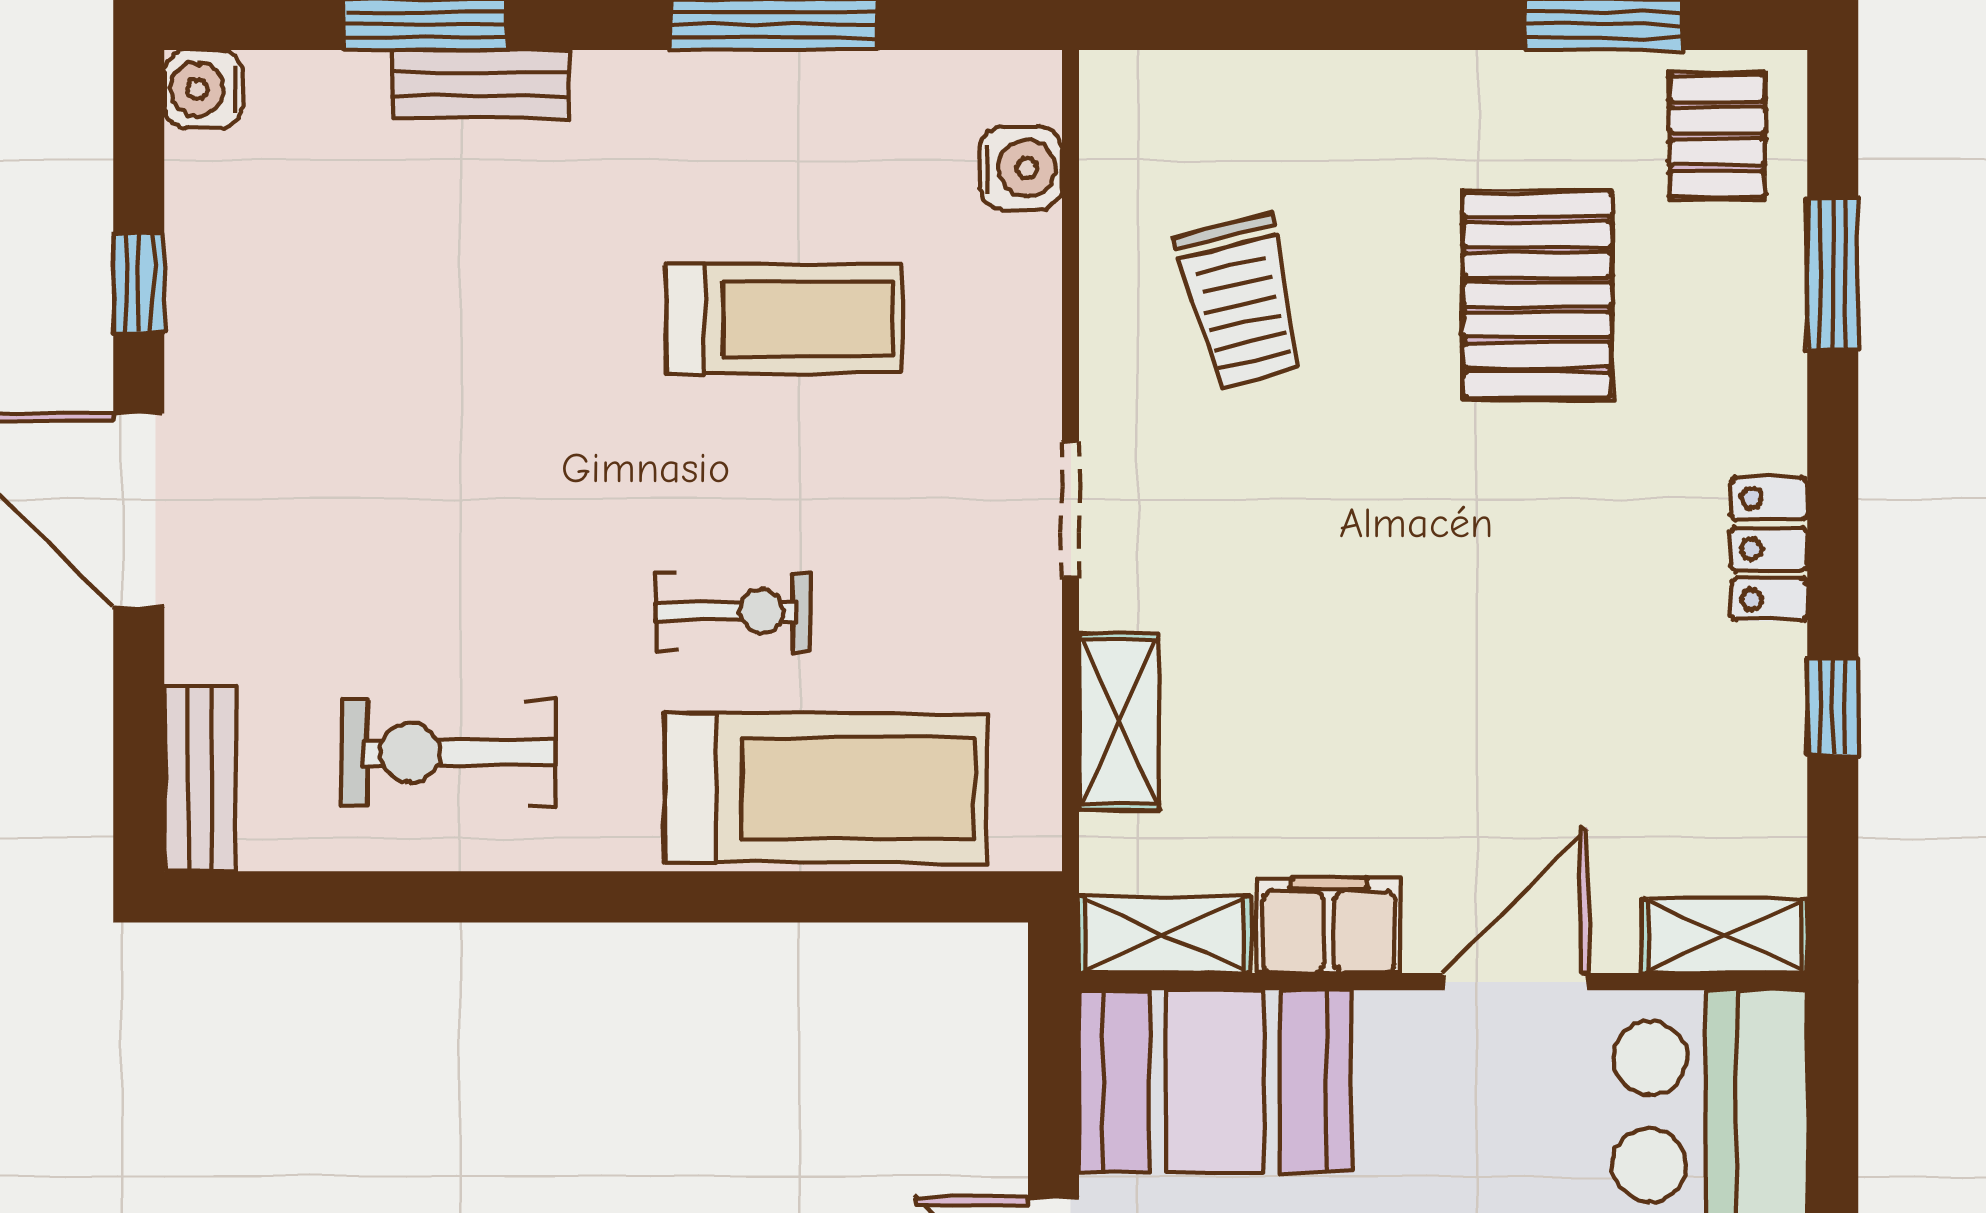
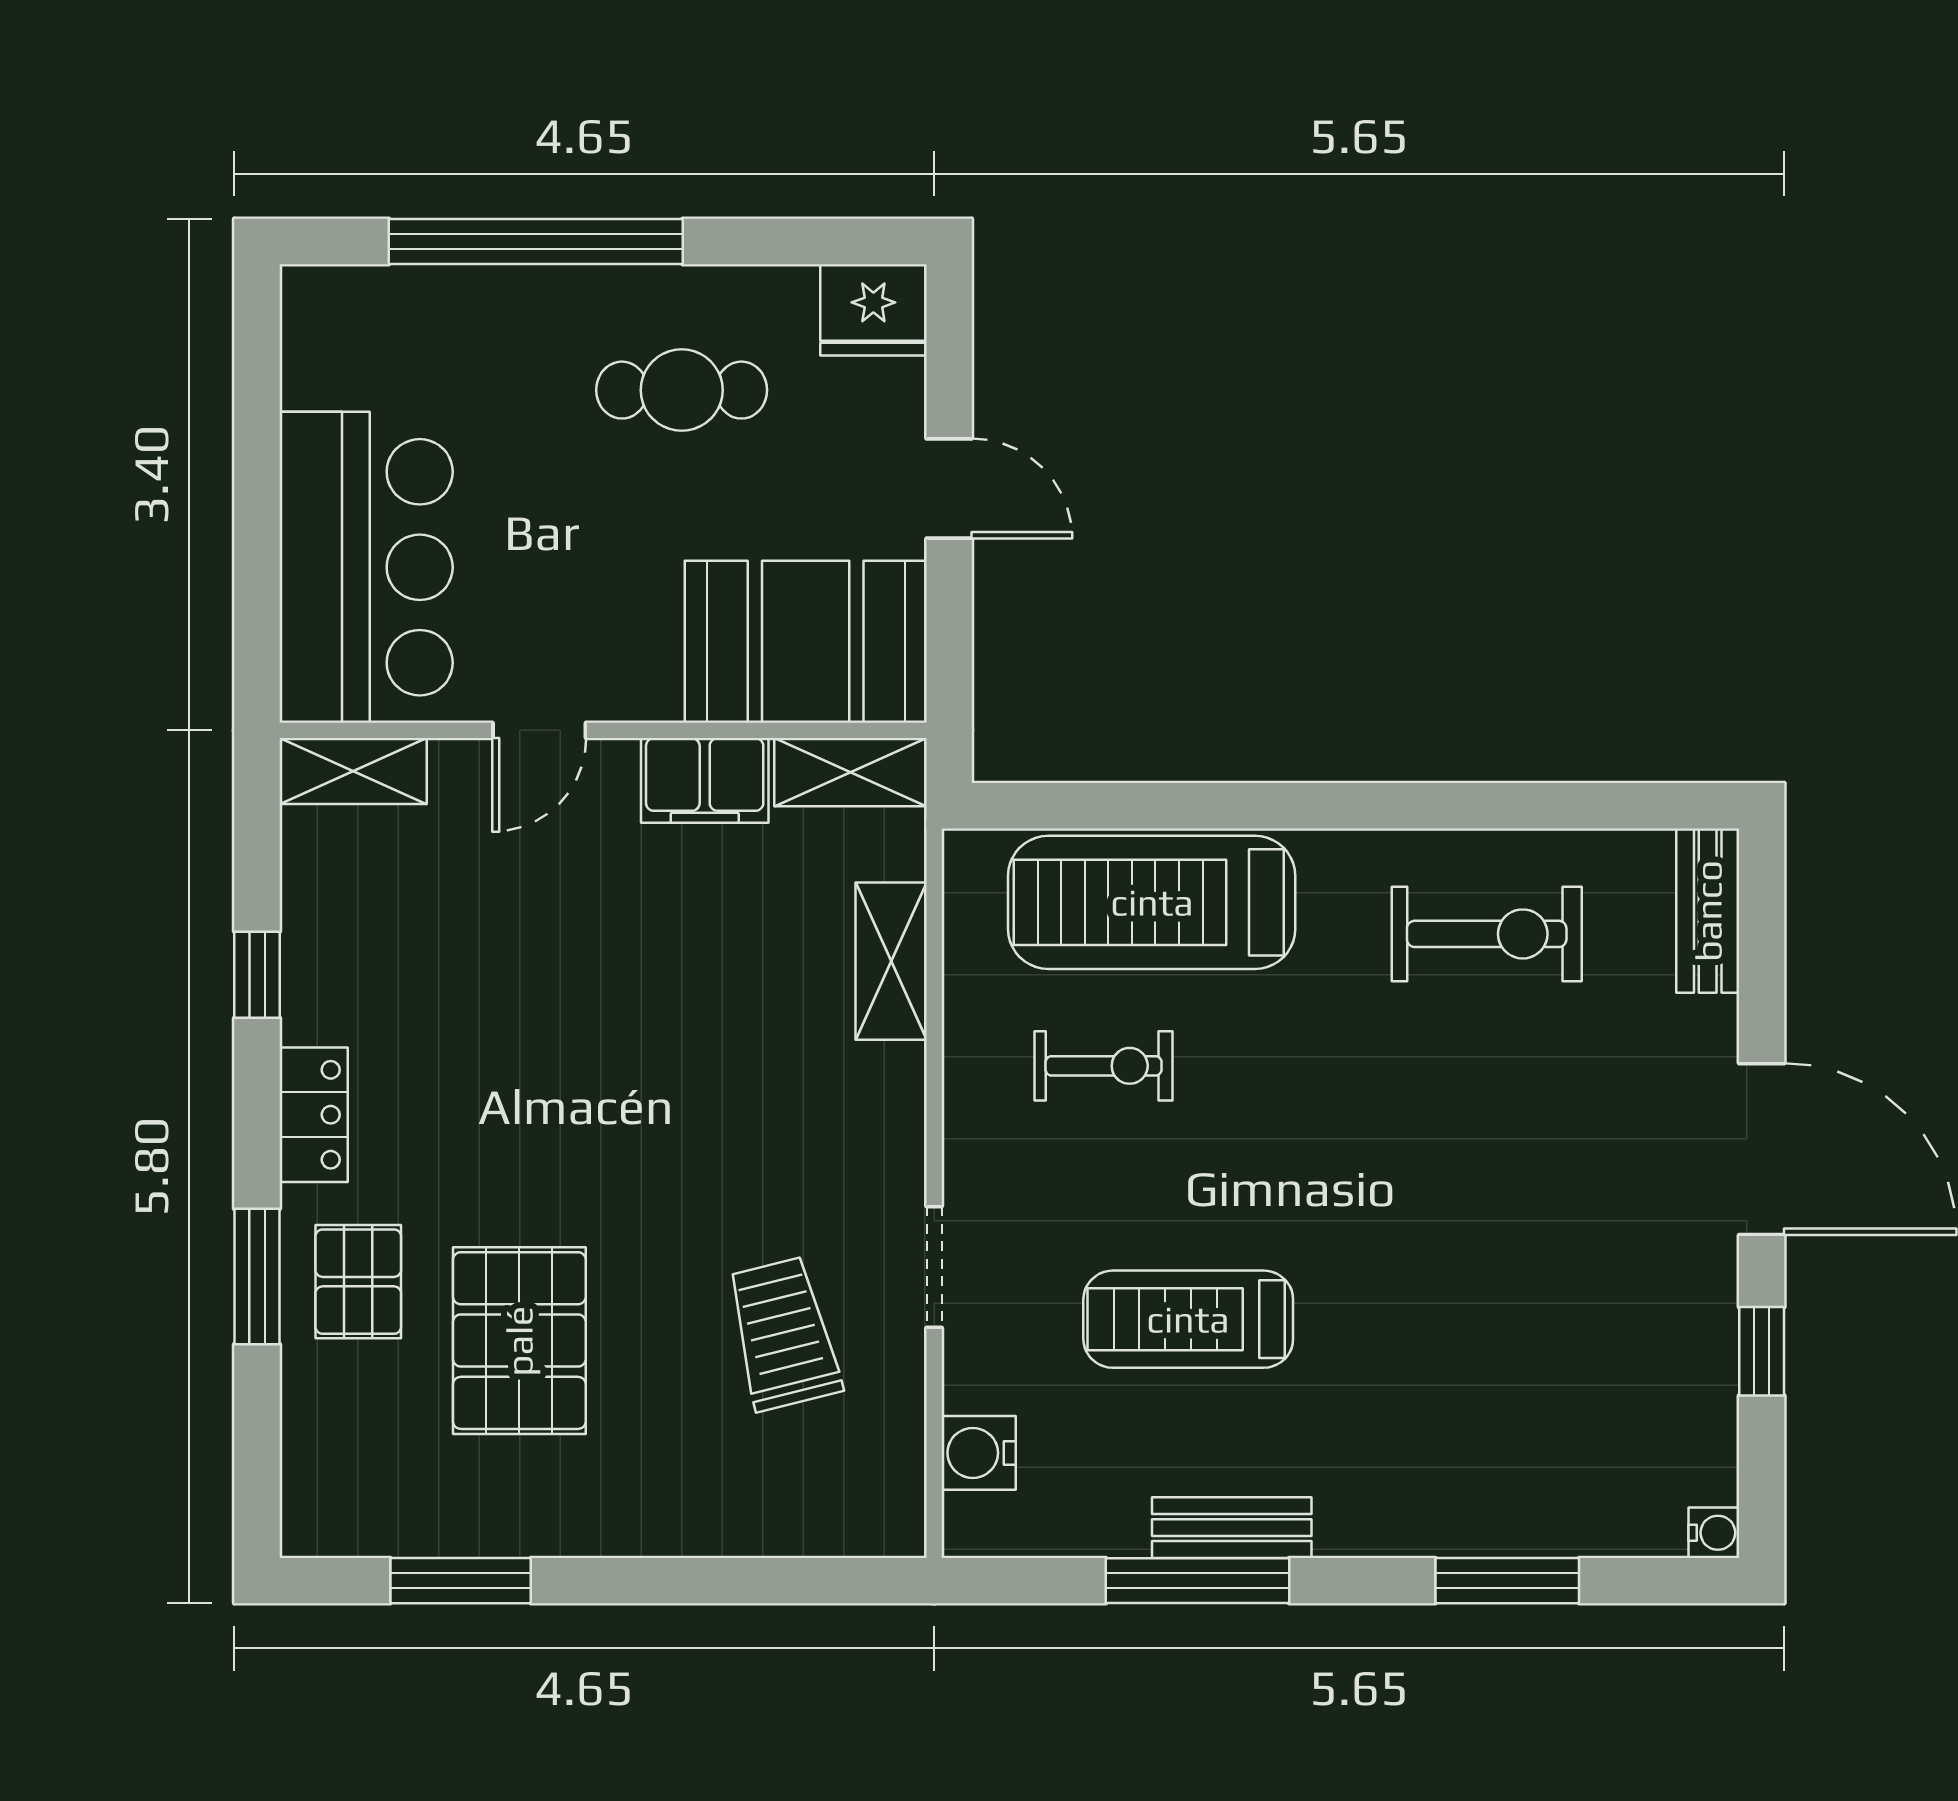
bench: (480, 84) -> (1232, 1528), moved
water cooler: (204, 89) -> (1714, 1533), width x0.72, depth x0.72
pallet: (1717, 136) -> (358, 1282), moved
window: (1833, 274) -> (257, 1276), moved
doorway: (1071, 510) -> (934, 1267), moved
exercise bike: (734, 611) -> (1104, 1066), moved, turned 180
door: (1515, 982) -> (539, 730), width x0.73

